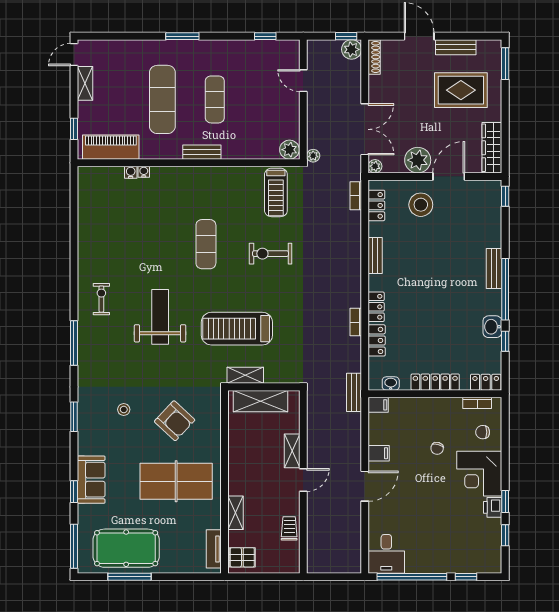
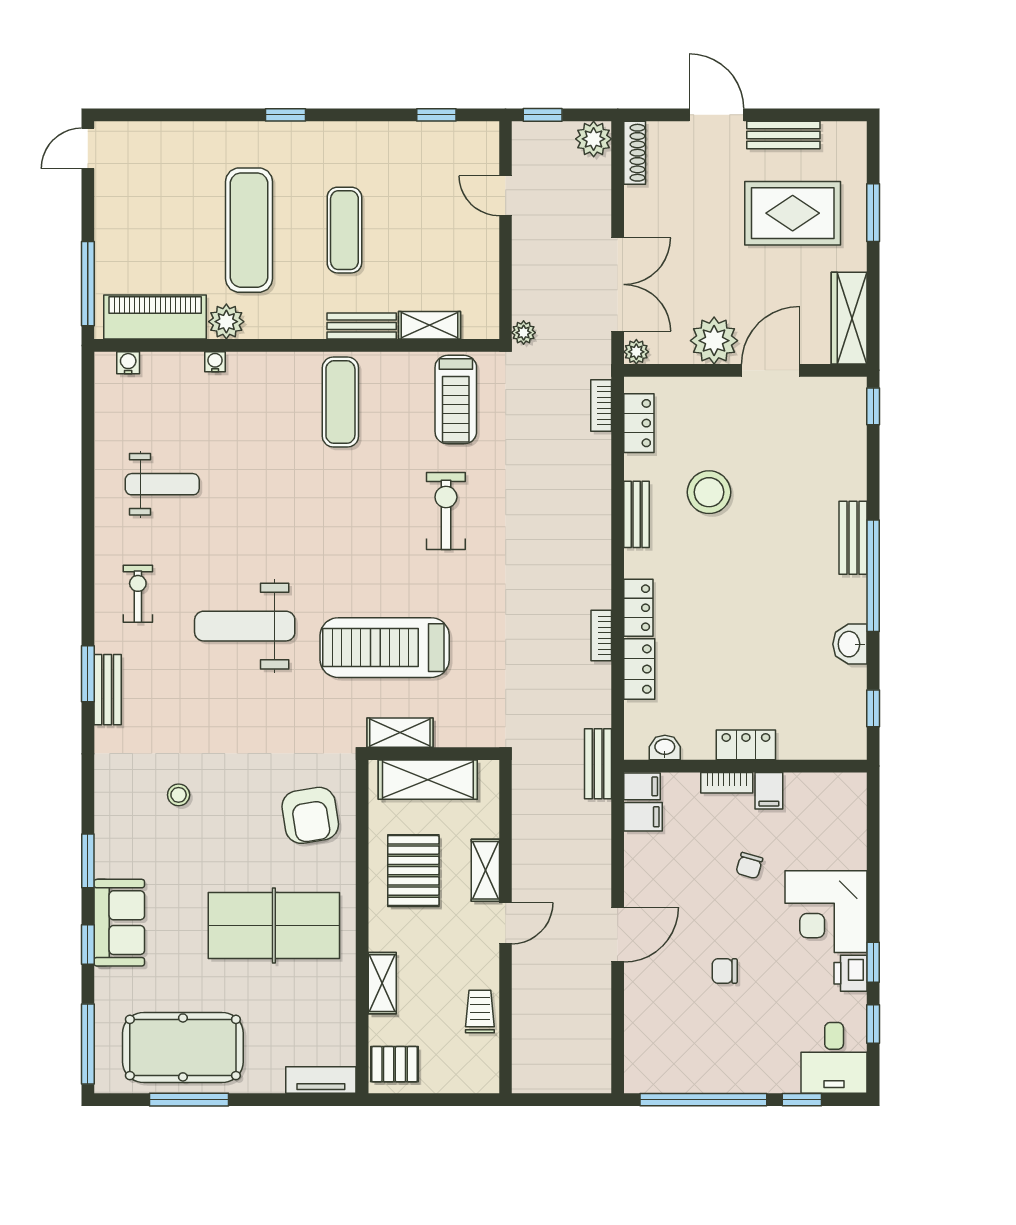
window: (182, 36) -> (285, 115), width x0.67
window: (346, 36) -> (543, 115), moved
window: (505, 64) -> (873, 213), moved
shelving: (85, 83) -> (429, 325), moved, turned 90
window: (74, 129) -> (88, 284), width x2.17
plant: (289, 150) -> (226, 322), moved
bench: (202, 152) -> (362, 326), moved
water cooler: (131, 172) -> (128, 363), moved
stool: (421, 205) -> (709, 492), moved
weight bench: (115, 239) -> (162, 484), added
exercise mat: (206, 244) -> (340, 402), moved
exercise bike: (271, 254) -> (446, 511), turned 90
weight bench: (160, 317) -> (245, 626), turned -90
window: (505, 341) -> (873, 708), moved
window: (74, 343) -> (88, 674), width x0.69
bench: (85, 352) -> (108, 690), added
locker: (435, 382) -> (746, 745), width x0.66
locker: (486, 382) -> (838, 745), removed
bookcase: (477, 403) -> (727, 783), moved
filing cabinet: (448, 407) -> (769, 791), added
window: (74, 417) -> (88, 861), moved
armchair: (175, 421) -> (310, 815), moved, turned 38
chair: (483, 432) -> (725, 971), moved
pallet: (253, 451) -> (413, 871), added
filing cabinet: (379, 453) -> (643, 817), moved
tv unit: (214, 549) -> (321, 1080), moved, turned 90
desk: (386, 554) -> (834, 1058), moved

